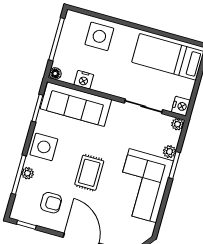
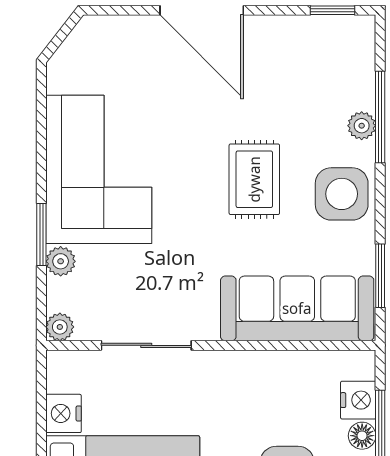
floor lamp: (55, 74) -> (362, 436), moved
nightstand: (84, 80) -> (358, 400), moved, turned 90
nightstand: (181, 106) -> (63, 413), moved
rug: (89, 173) -> (254, 179), moved
armchair: (51, 203) -> (291, 75), removed

